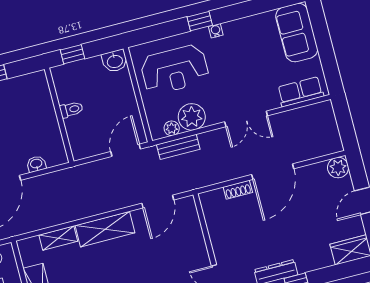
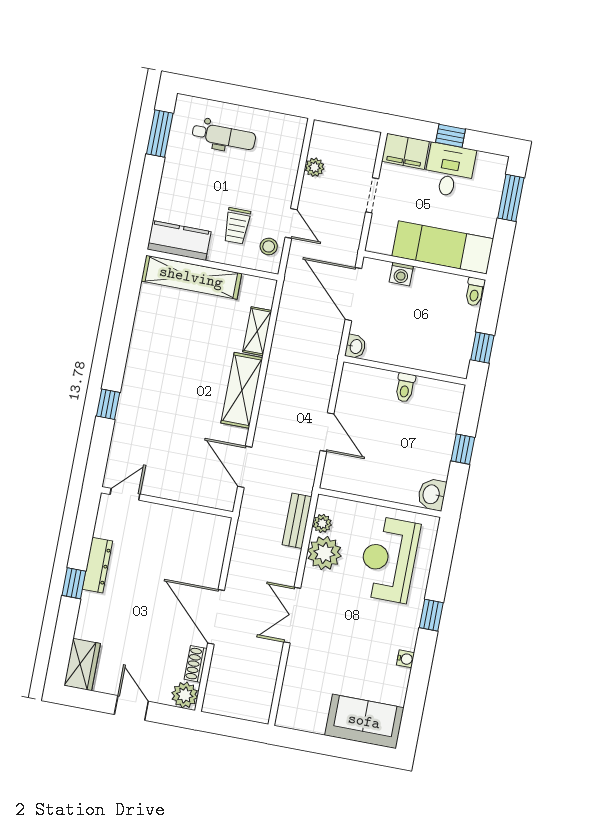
water cooler: (216, 31) -> (405, 659), moved
row of seats: (300, 92) -> (294, 693), removed
toilet: (71, 110) -> (405, 388), moved
wall: (59, 115) -> (405, 370), moved
door: (126, 150) -> (327, 432), moved
shoe rack: (238, 190) -> (196, 664), moved

